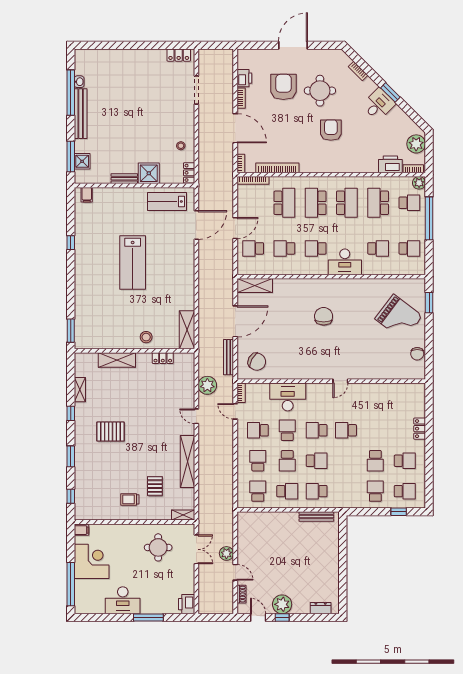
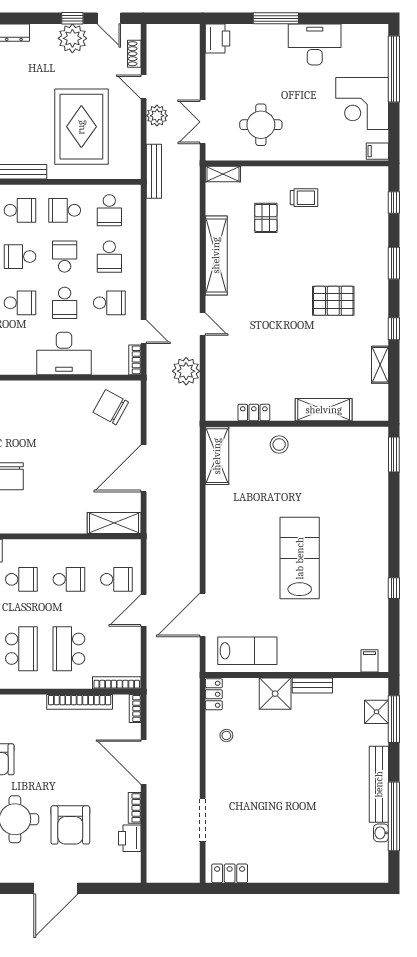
bench: (228, 357) -> (154, 171), moved
rug: (276, 546) -> (81, 127), added

